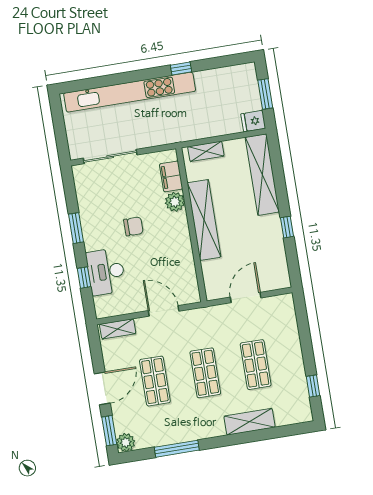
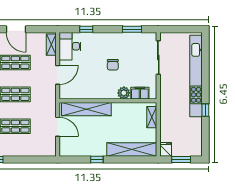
shelving: (204, 220) -> (86, 109), moved
window: (76, 228) -> (132, 29), moved
desk: (106, 272) -> (70, 46), moved, turned -90

